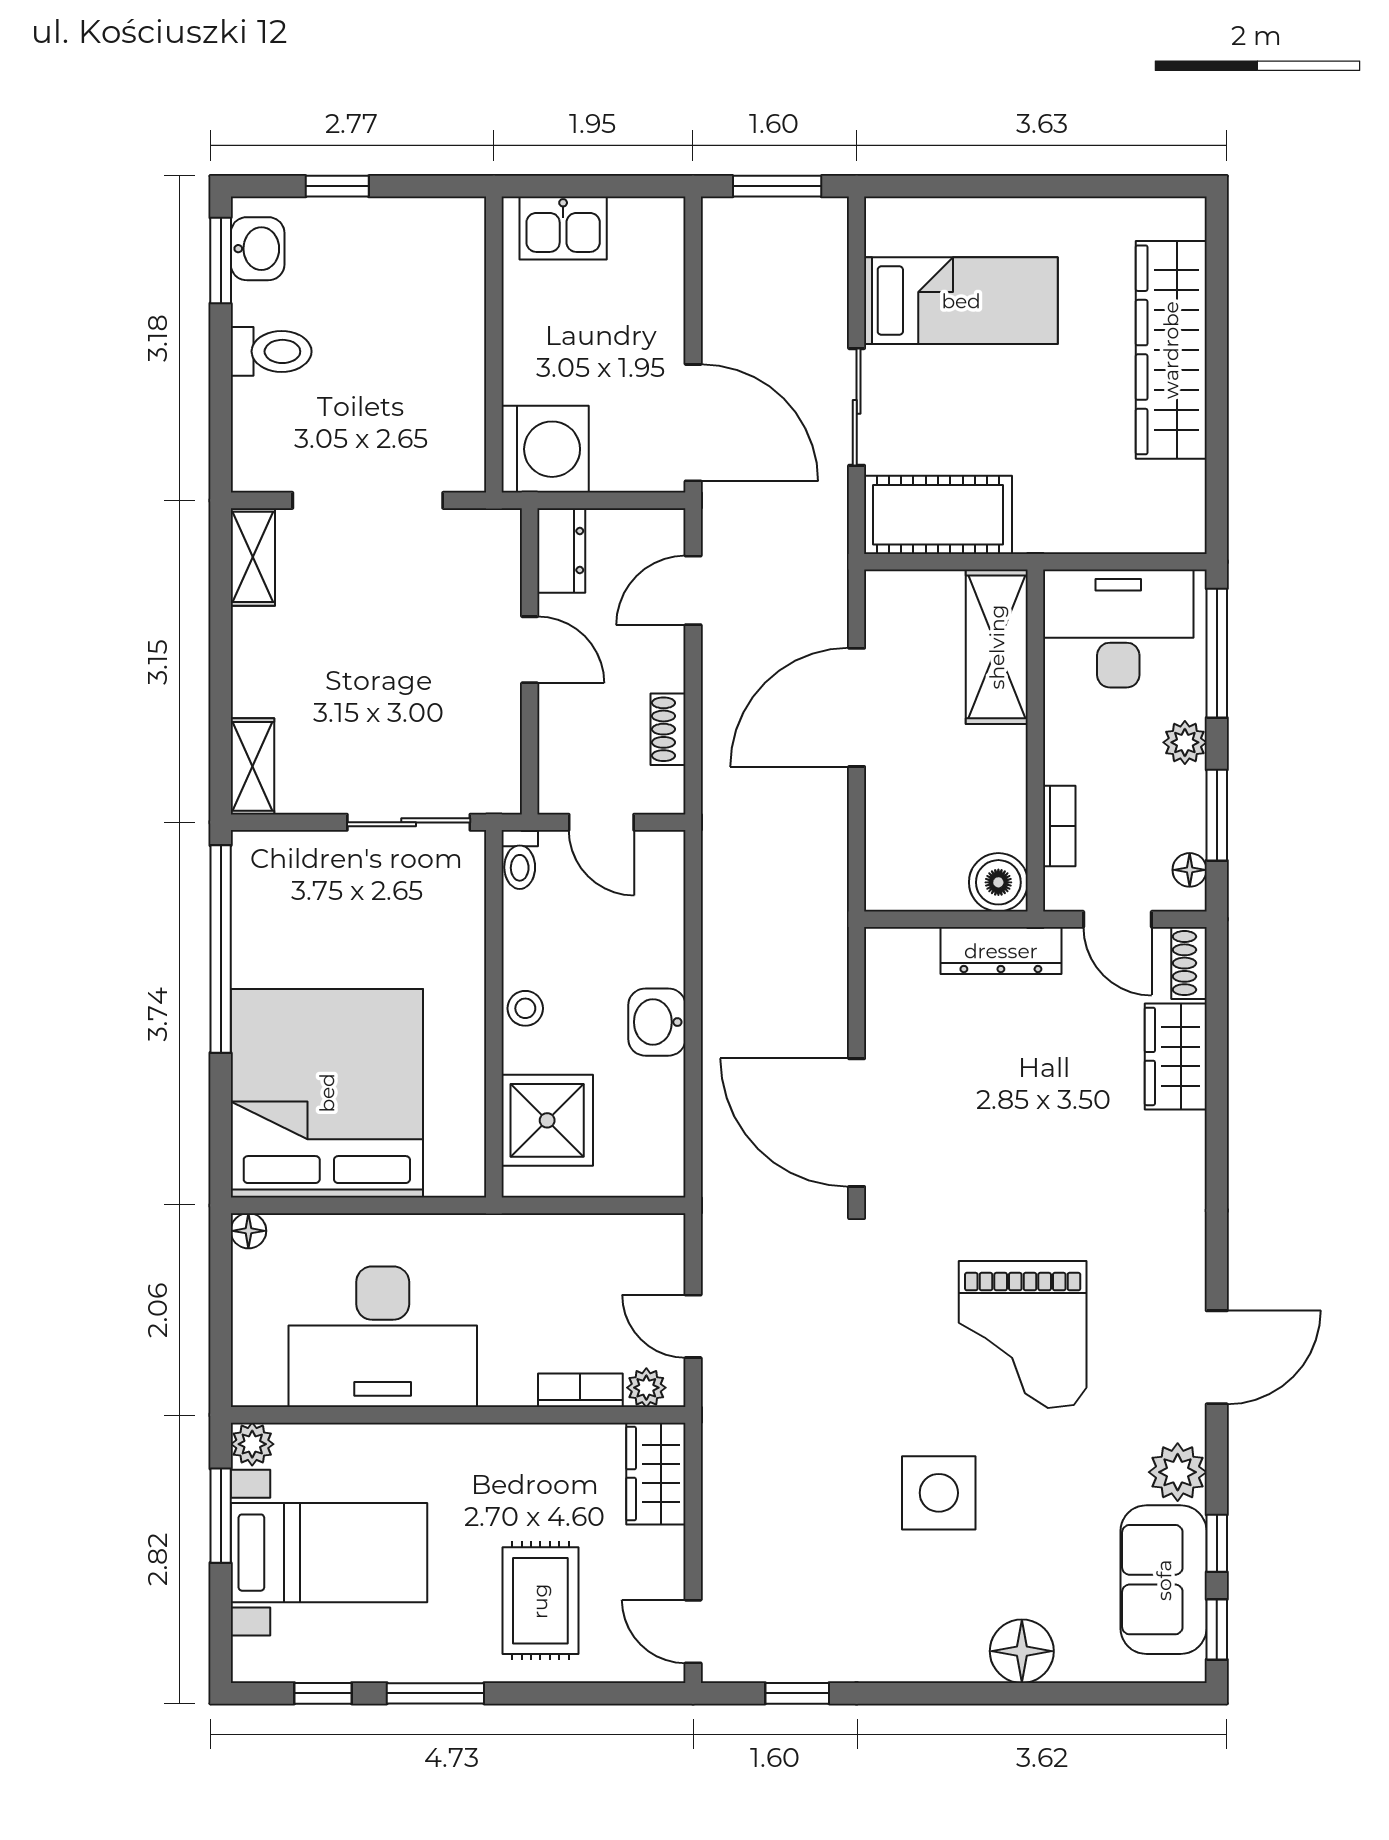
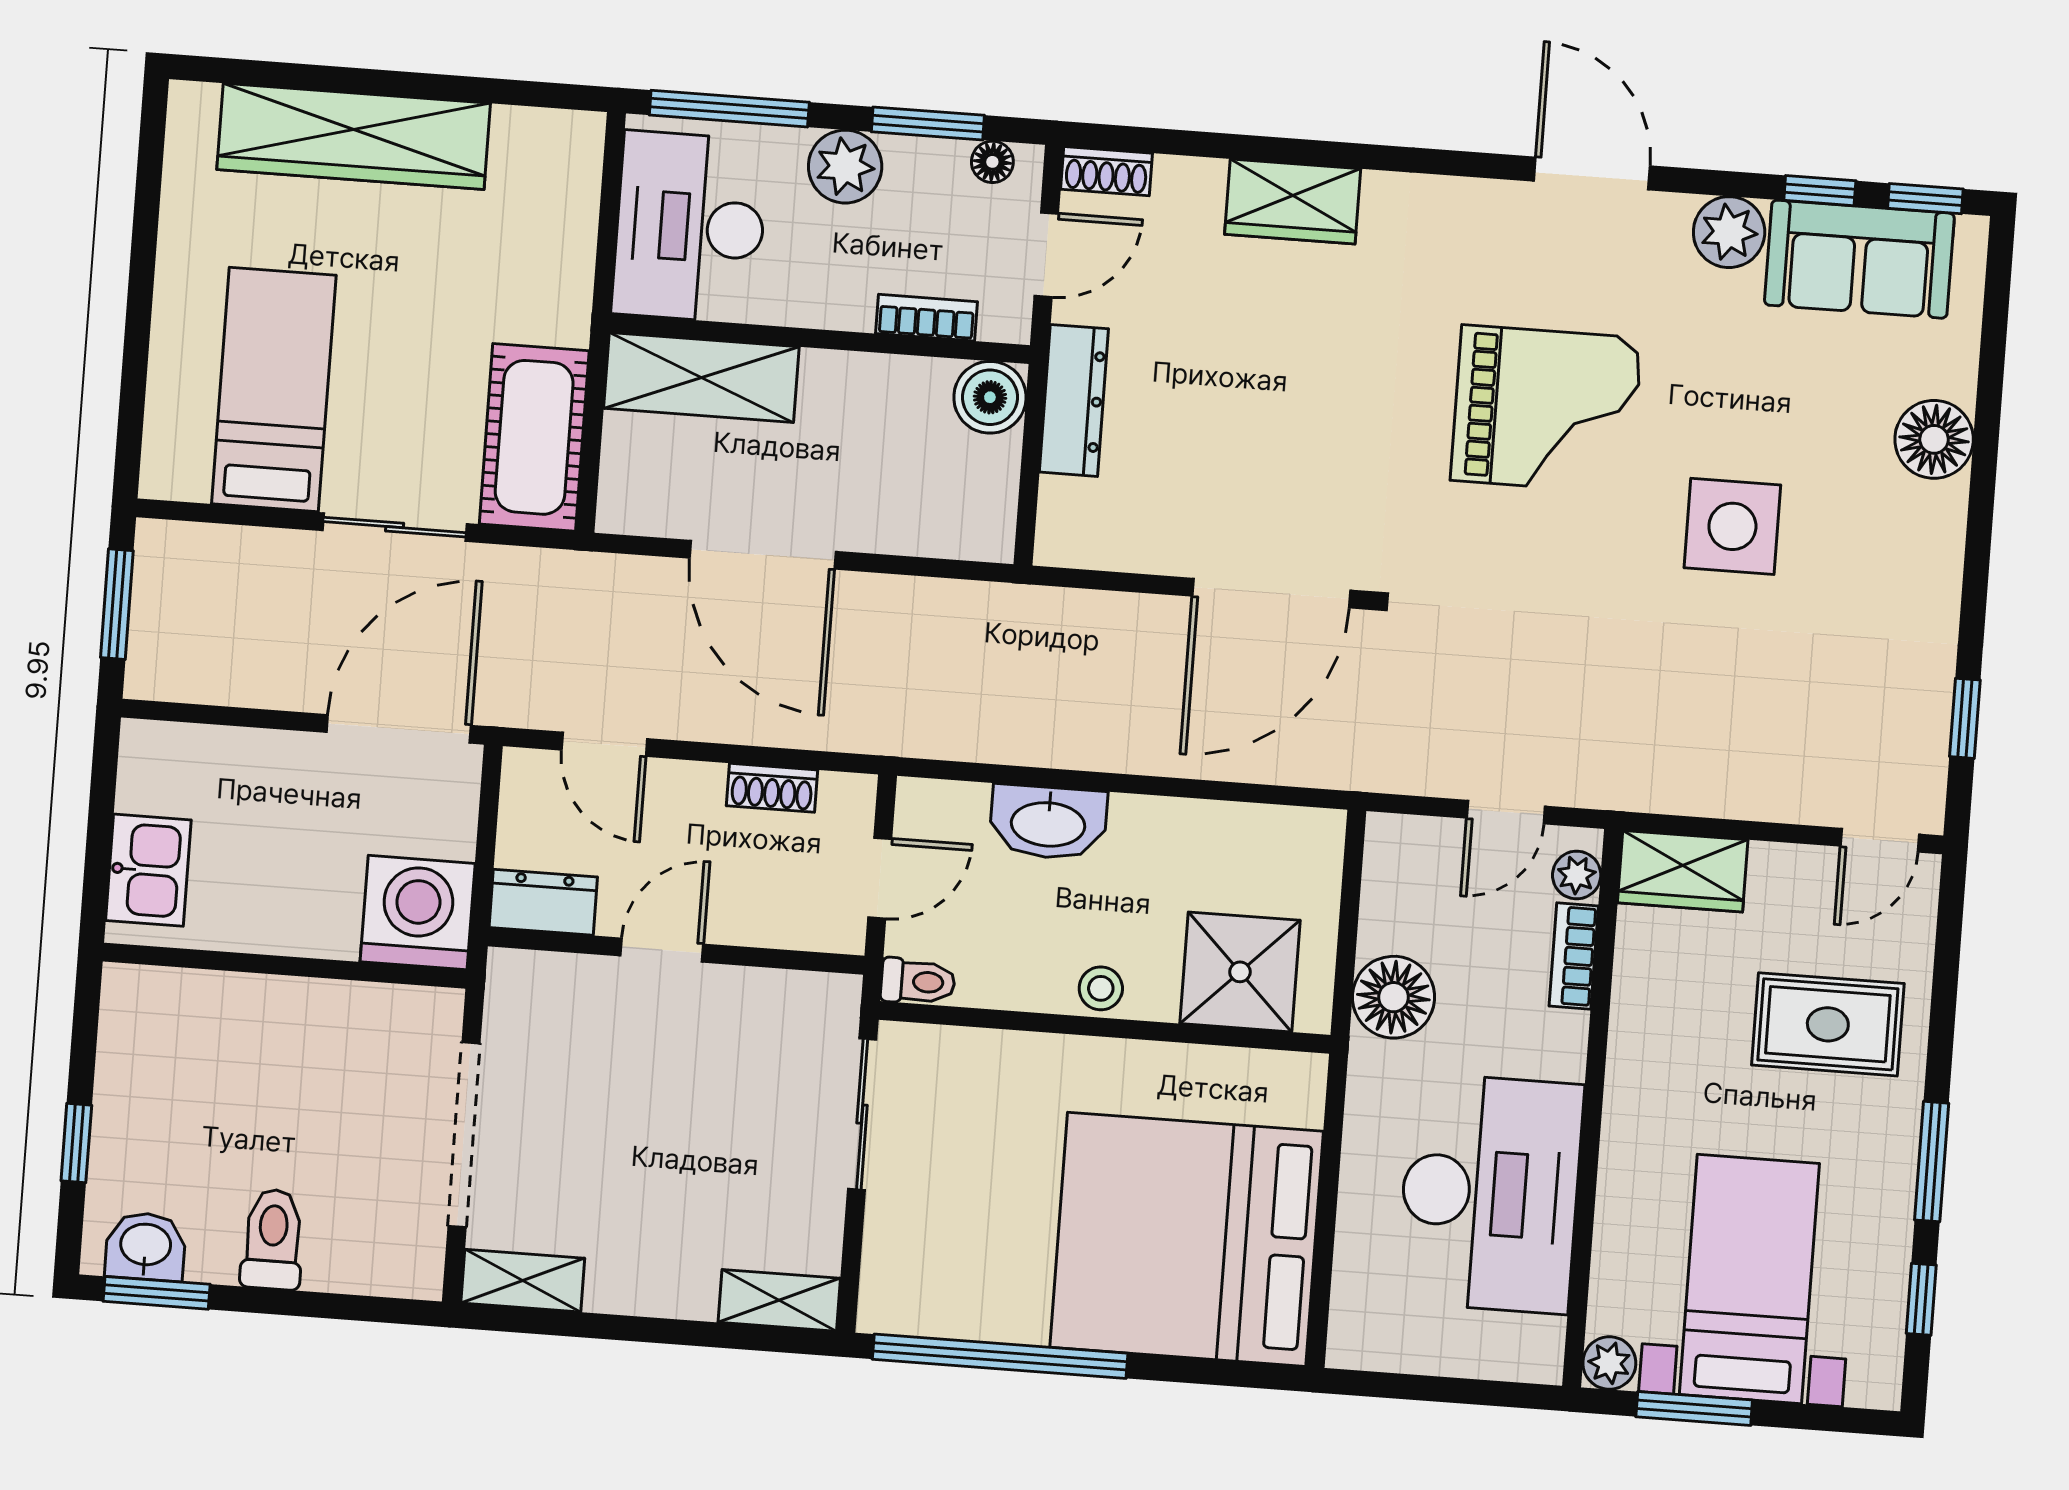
plant: (1185, 742) -> (845, 167), width x1.38, depth x1.38
washbasin: (657, 1022) -> (1048, 822), moved, width x1.38
wardrobe: (1176, 1056) -> (1293, 202), moved
floor lamp: (248, 1231) -> (1393, 997), moved, width x1.89, depth x1.89

